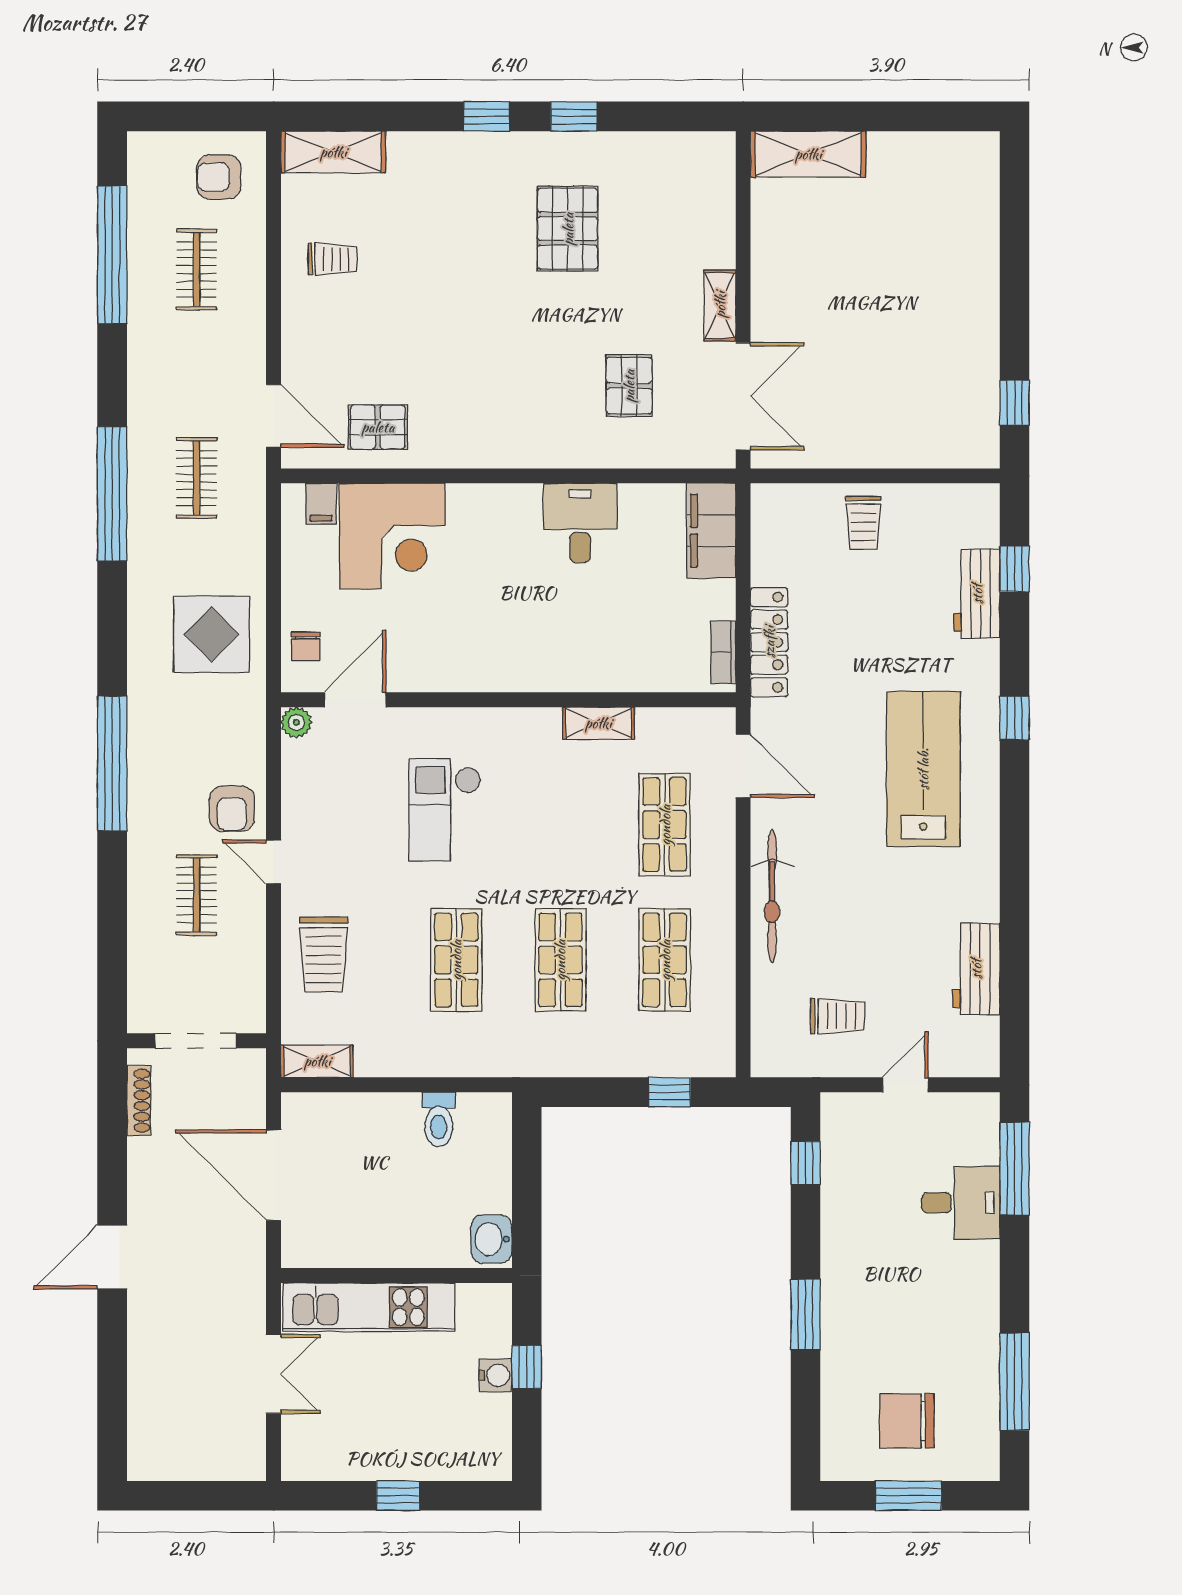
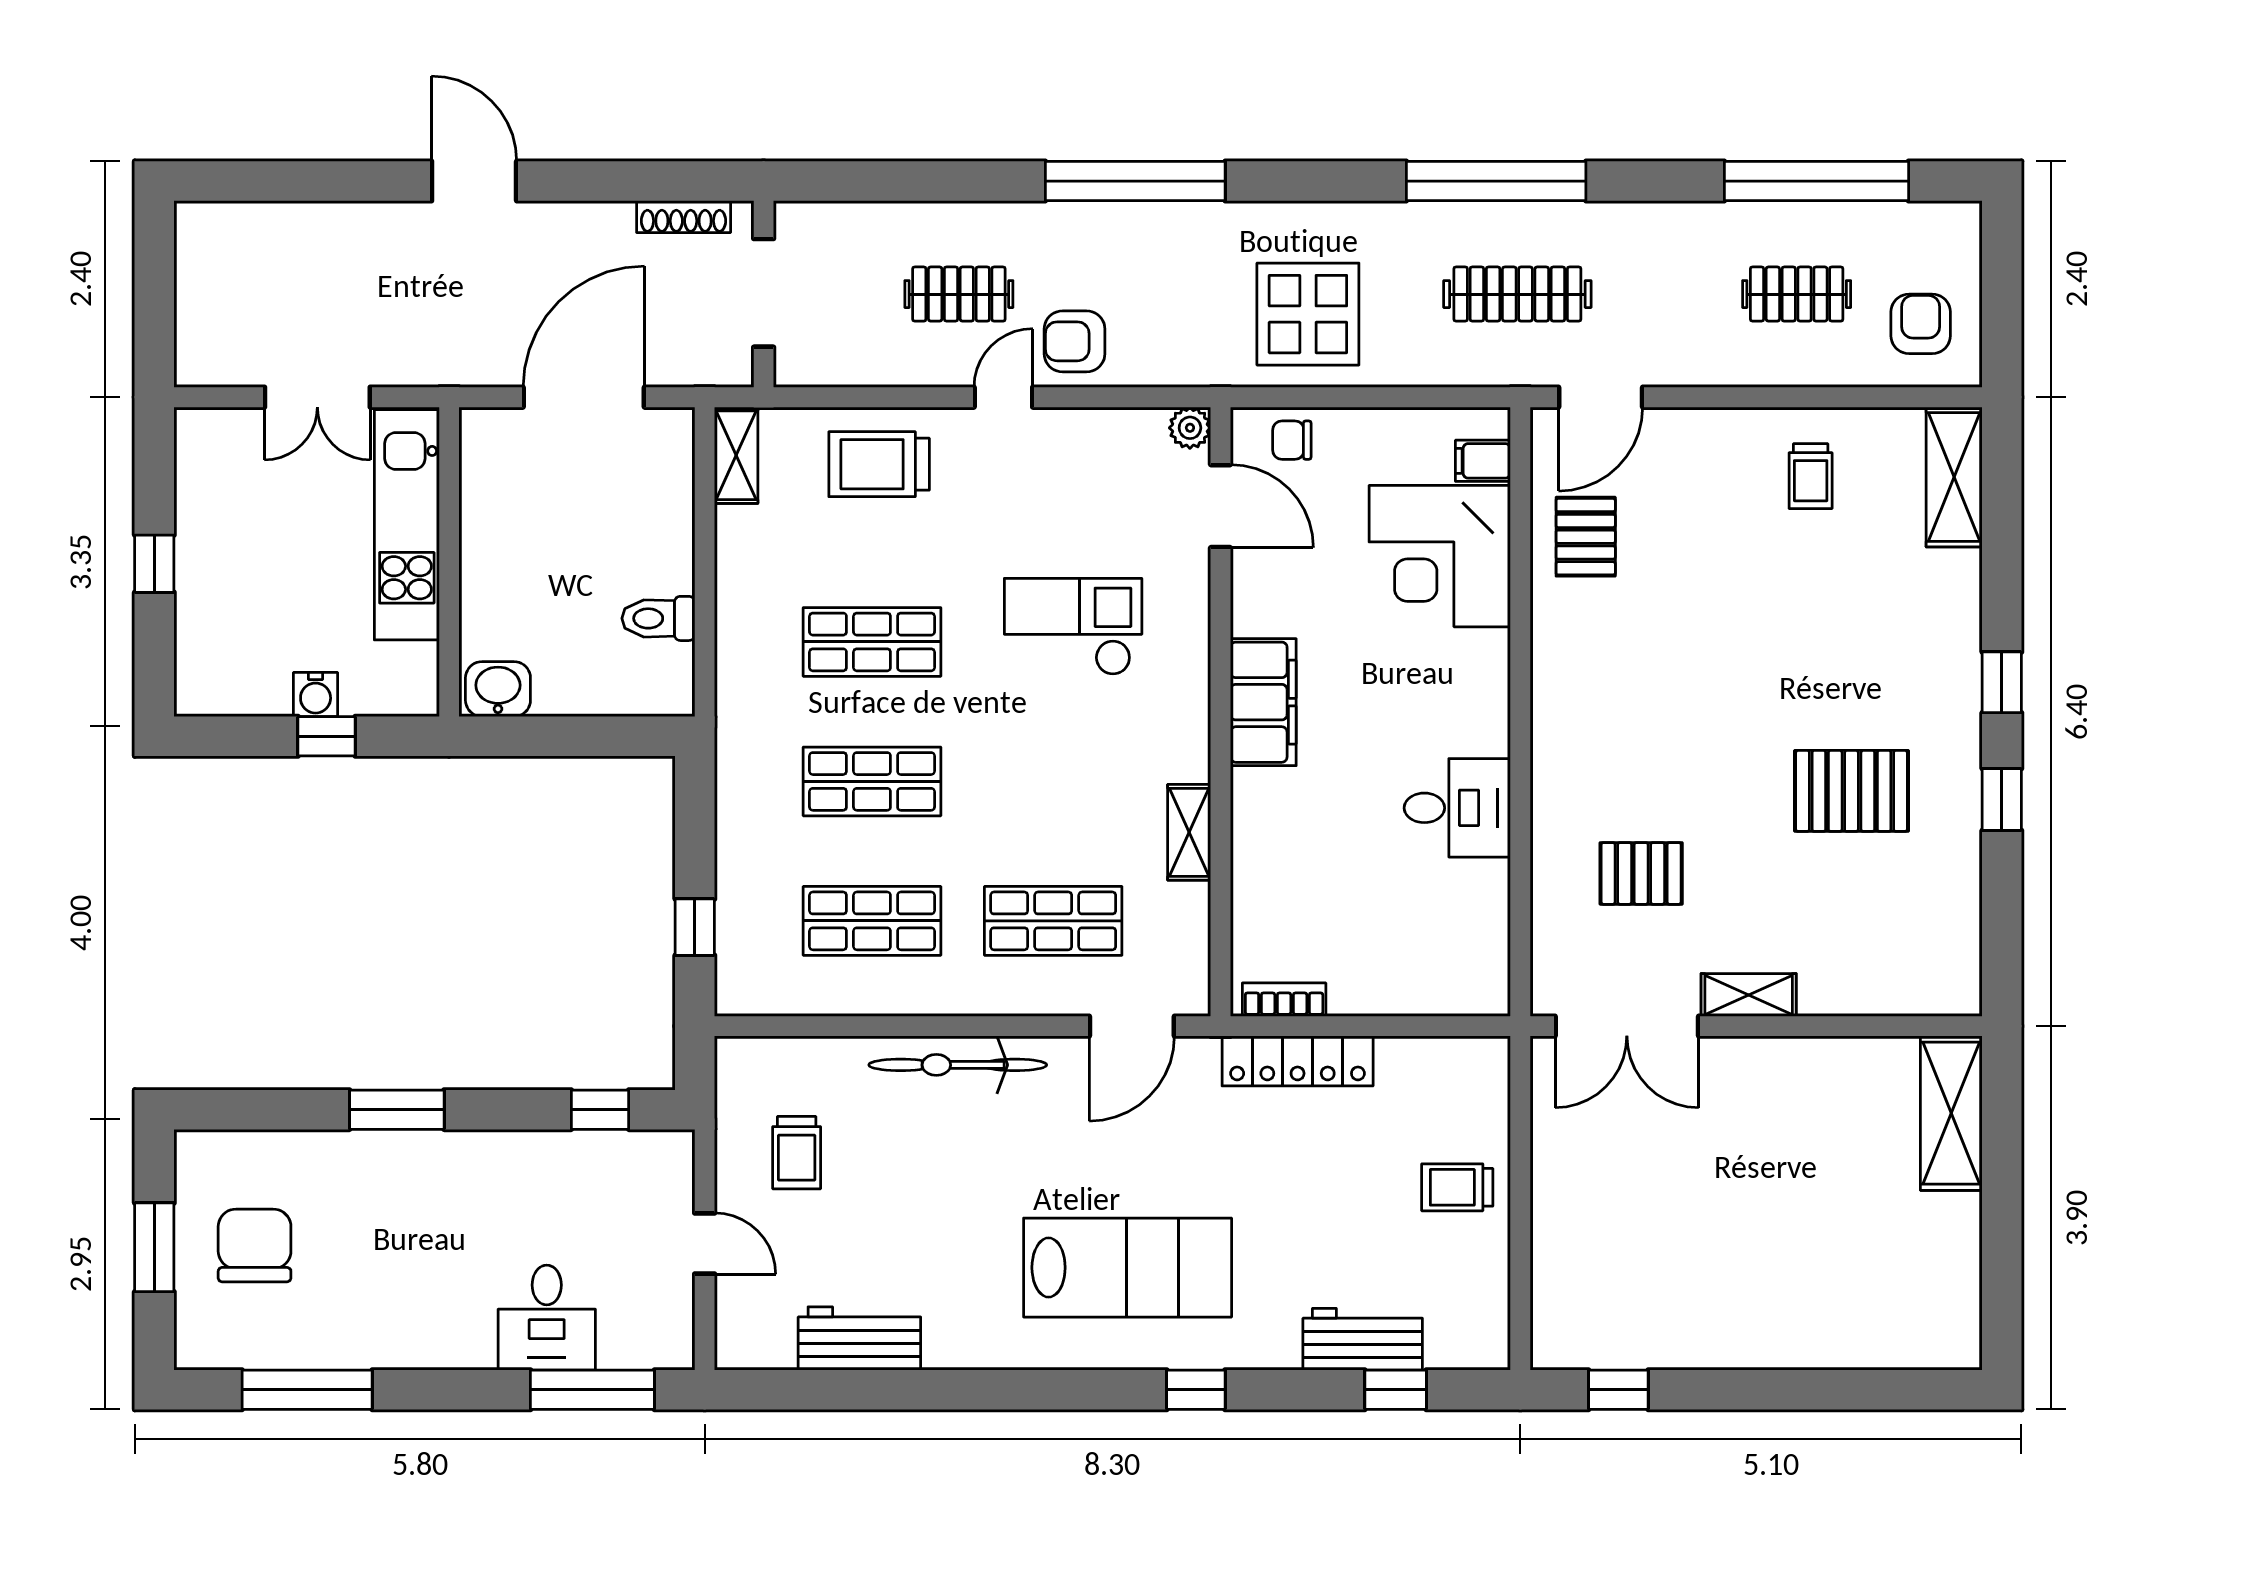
clothes rail: (197, 478) -> (1517, 294), width x1.36
filing cabinet: (711, 531) -> (1263, 702), moved, turned 90

